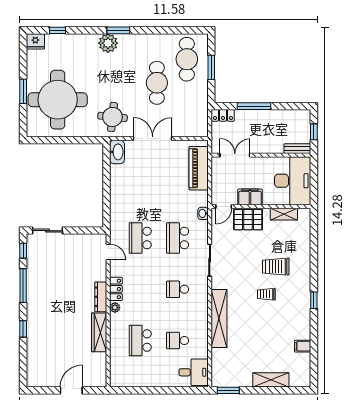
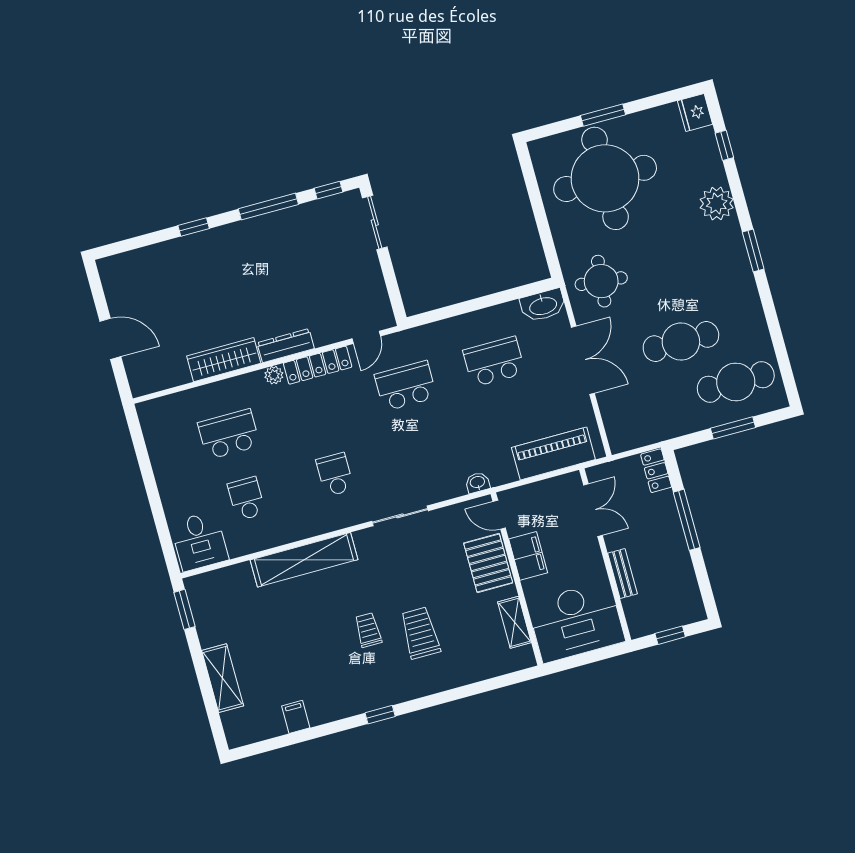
plant: (108, 43) -> (717, 204), moved
bench: (297, 149) -> (623, 574), moved
school desk: (178, 238) -> (494, 362), moved
locker: (116, 289) -> (318, 365), width x1.53

